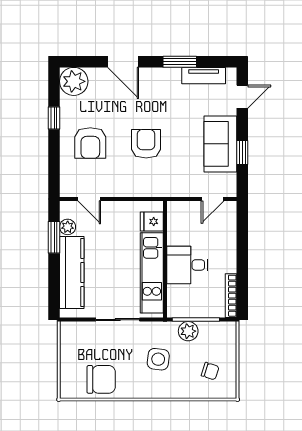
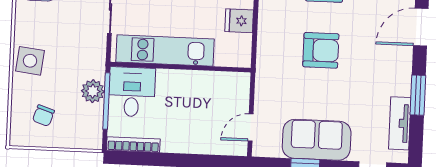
door: (213, 199) -> (251, 127), hinge flipped
fridge: (152, 221) -> (239, 21), moved, turned -90
desk: (187, 265) -> (132, 92), moved
side table: (158, 359) -> (30, 61), moved

